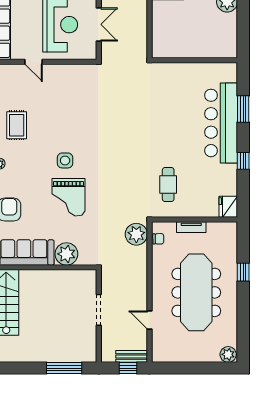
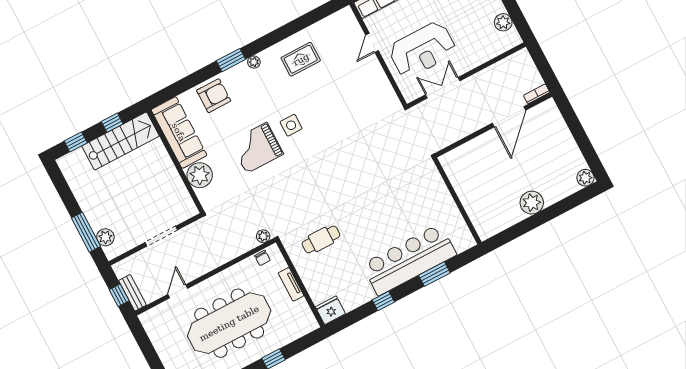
double door: (99, 24) -> (443, 88), swing flipped
plant: (136, 234) -> (263, 236), width x0.53, depth x0.53
plant: (76, 355) -> (105, 237), added

